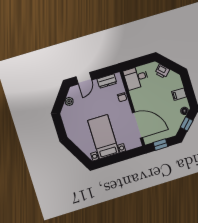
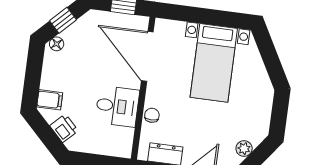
desk: (136, 78) -> (117, 106), moved
filing cabinet: (179, 94) -> (50, 100), moved

